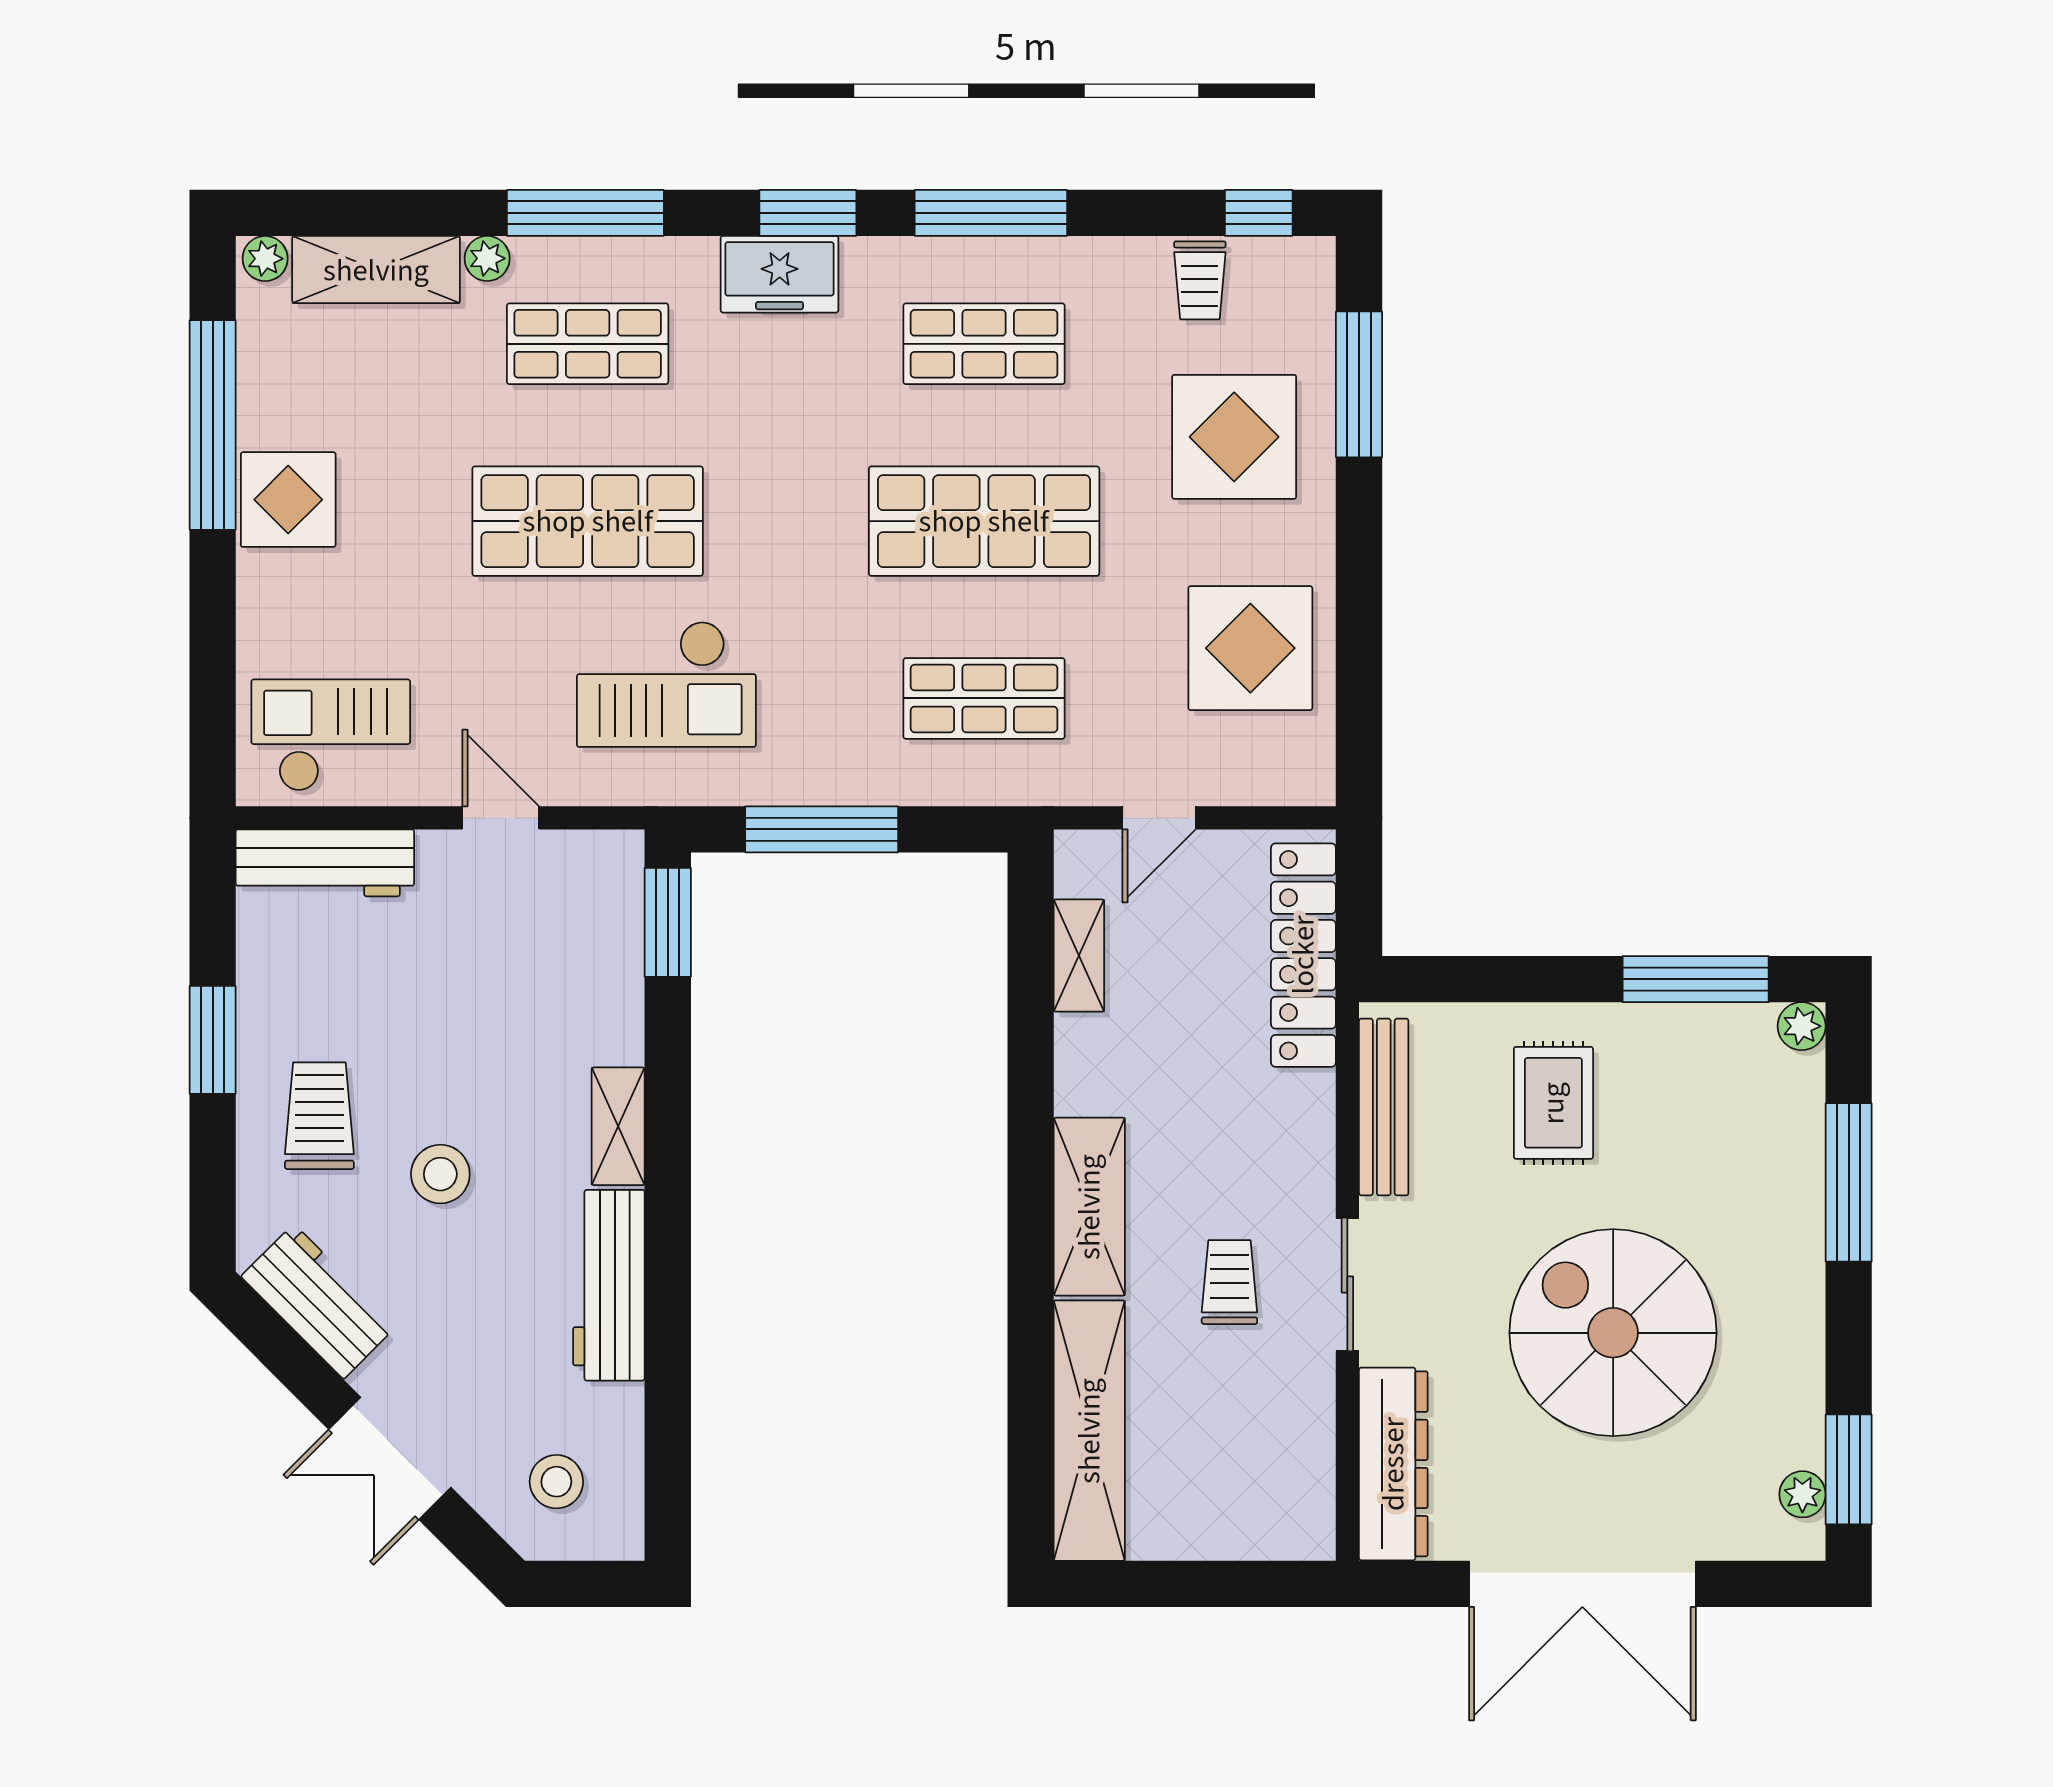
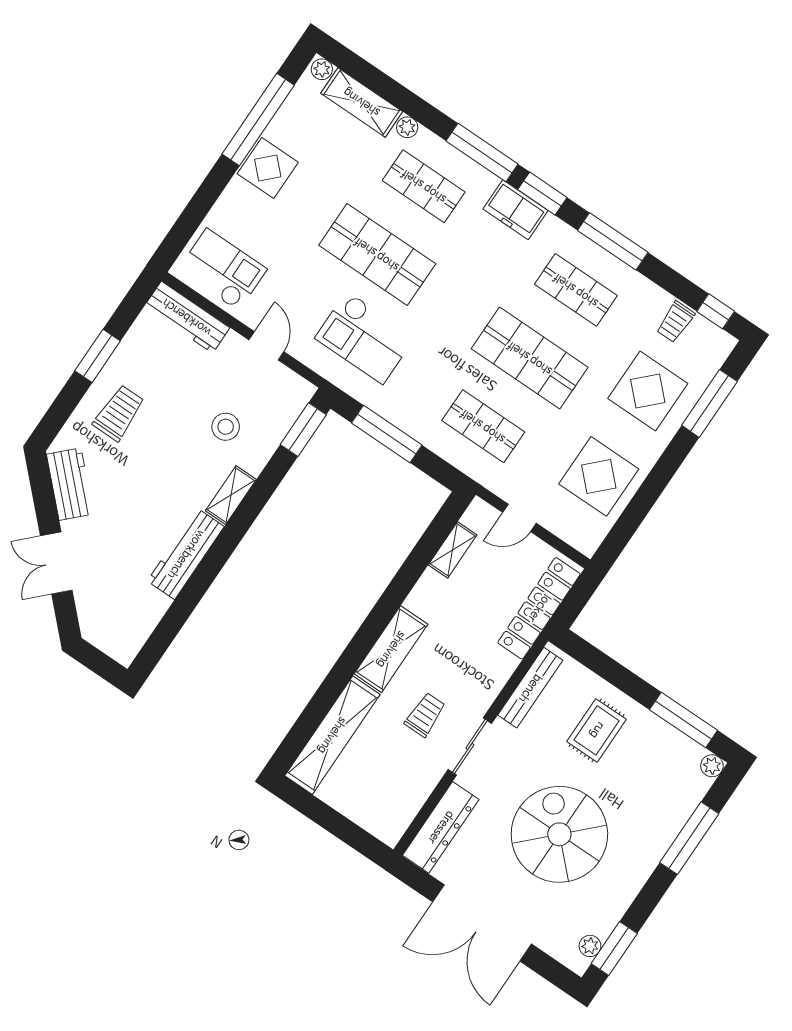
window: (585, 213) -> (482, 152), moved
stool: (440, 1174) -> (226, 427), moved
stool: (556, 1482) -> (114, 616), removed

